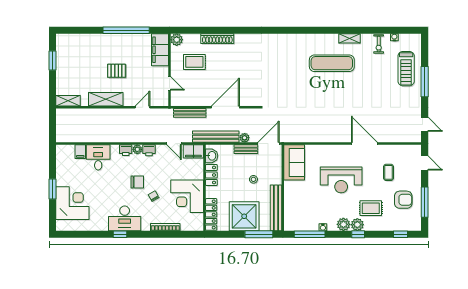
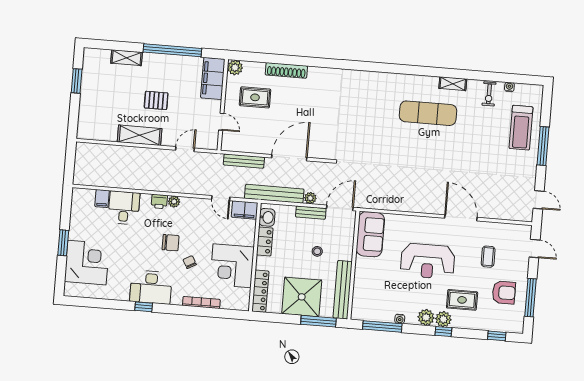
shelving: (68, 101) -> (127, 58), moved
printer: (149, 150) -> (189, 204), removed

